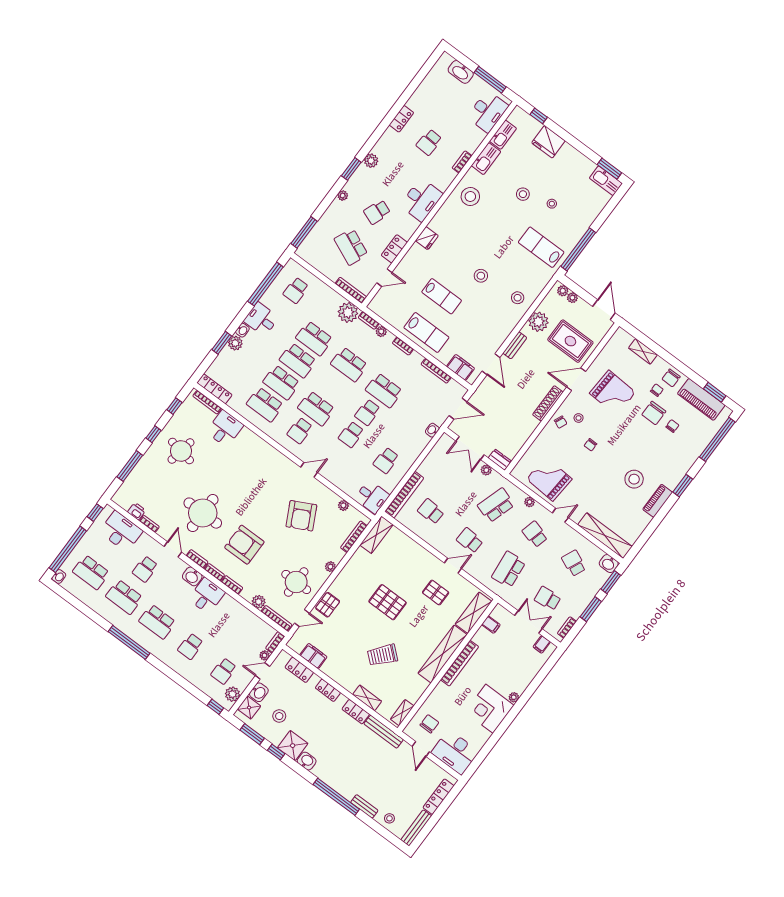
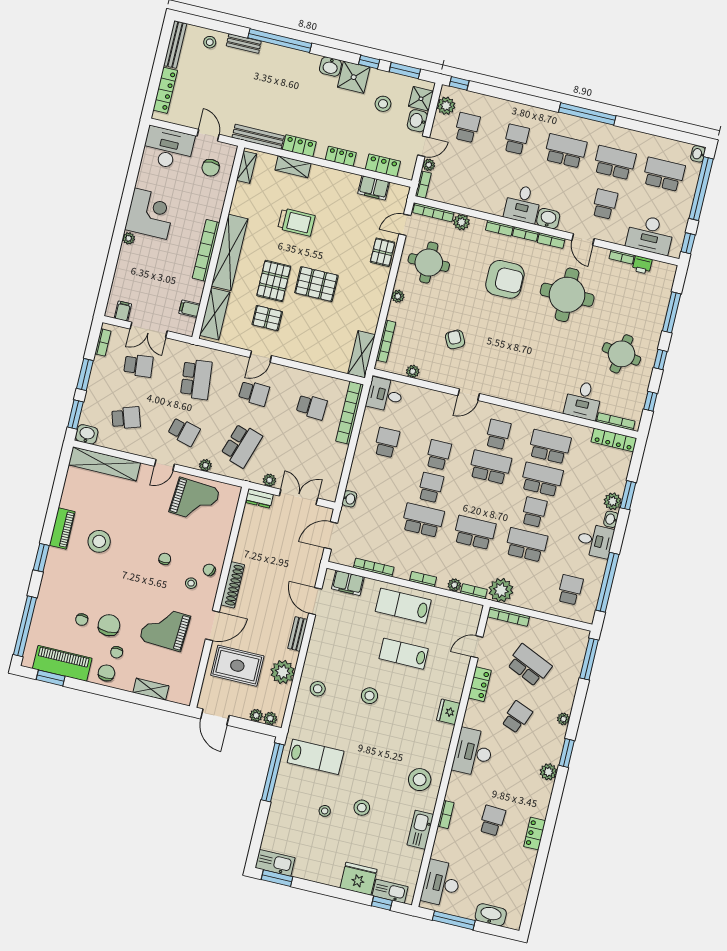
kitchen sink: (503, 135) -> (390, 891), moved, turned 90
school desk: (298, 360) -> (534, 512), width x0.54
armchair: (301, 516) -> (455, 339), width x0.53, depth x0.53
school desk: (574, 563) -> (126, 418), turned -42
pallet: (419, 618) -> (274, 281), added
trolley: (382, 655) -> (297, 222), turned 49

